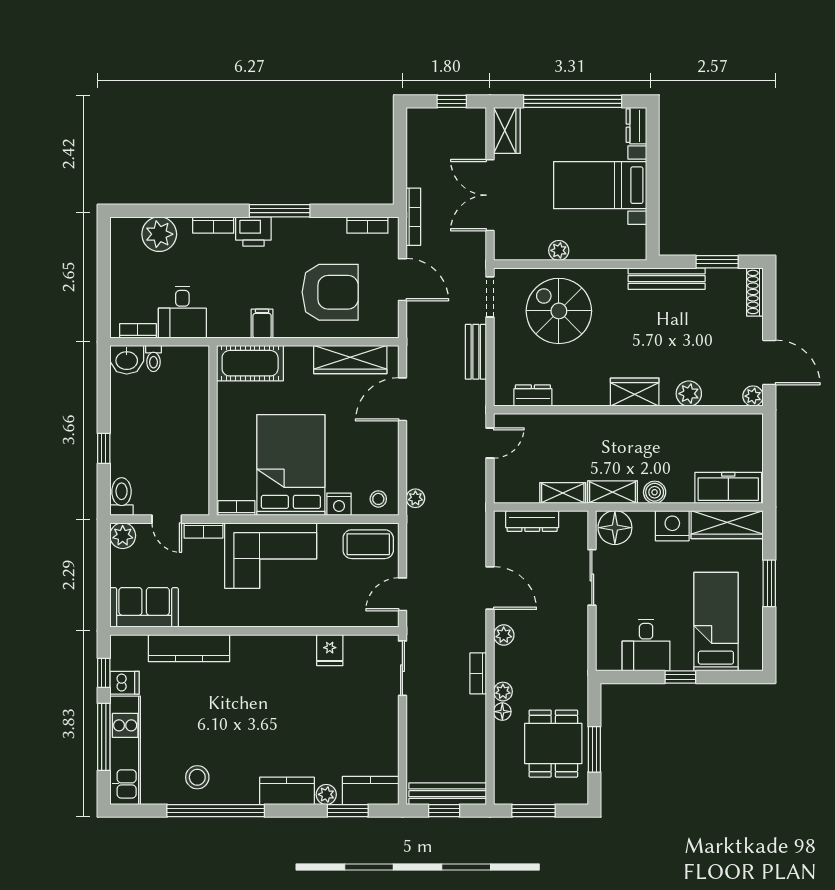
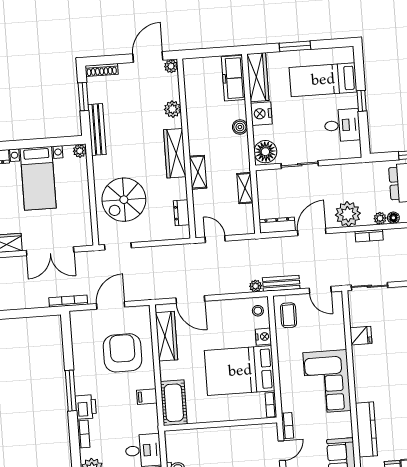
bookcase: (367, 225) -> (76, 331), removed
plant: (559, 250) -> (80, 151), moved
bench: (476, 352) -> (281, 283), moved
wardrobe: (635, 392) -> (175, 153), width x1.50
shelving: (613, 492) -> (198, 172), moved
dresser: (532, 521) -> (277, 225), moved, turned -90
coffee table: (368, 544) -> (289, 315), width x0.73, depth x0.77
corner sofa: (271, 556) -> (327, 382), moved, turned 180
plant: (504, 635) -> (348, 214), width x1.87, depth x1.87

